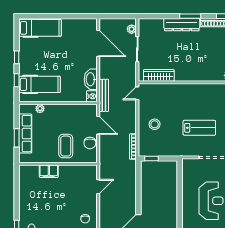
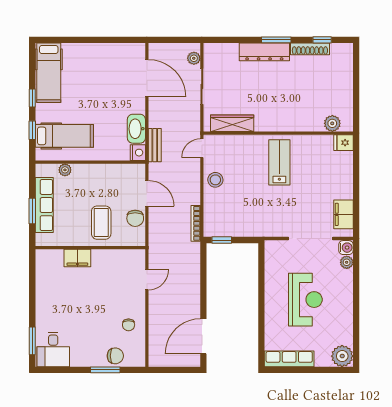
hospital bed: (40, 28) -> (49, 73), moved, turned 90
bench: (104, 95) -> (155, 145), width x0.73
stool: (155, 124) -> (215, 180), moved
lab bench: (199, 128) -> (279, 162), moved, turned -90

